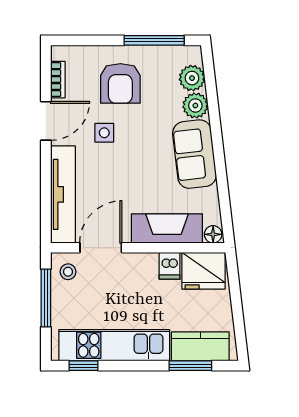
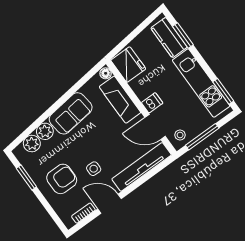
window: (154, 40) -> (26, 178), width x0.69
dishwasher: (170, 266) -> (152, 103), moved
window: (84, 366) -> (223, 91), width x1.50

